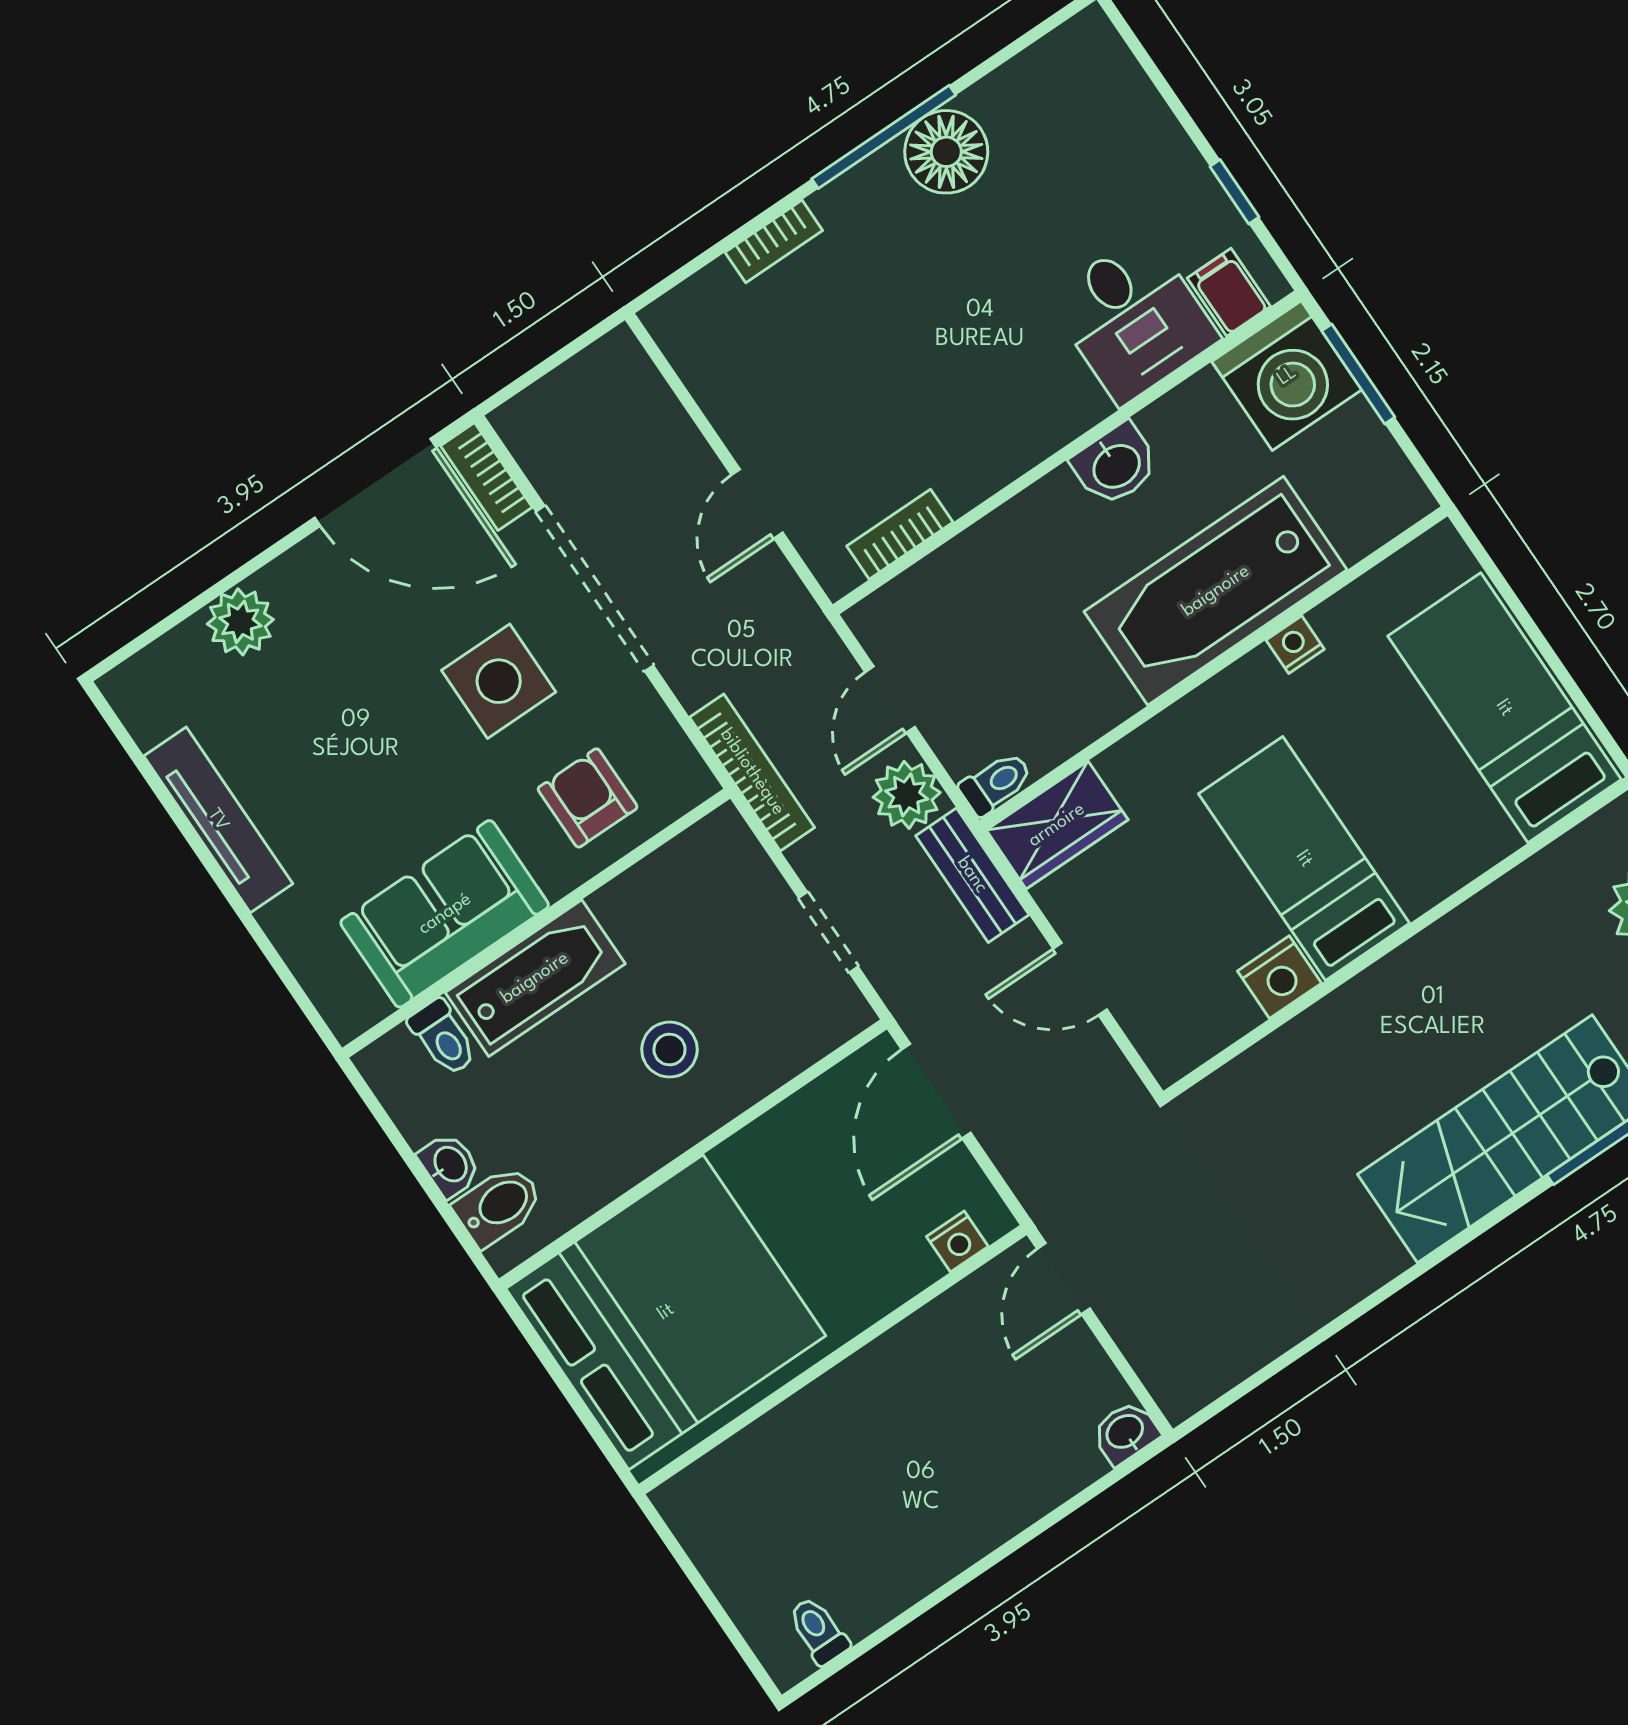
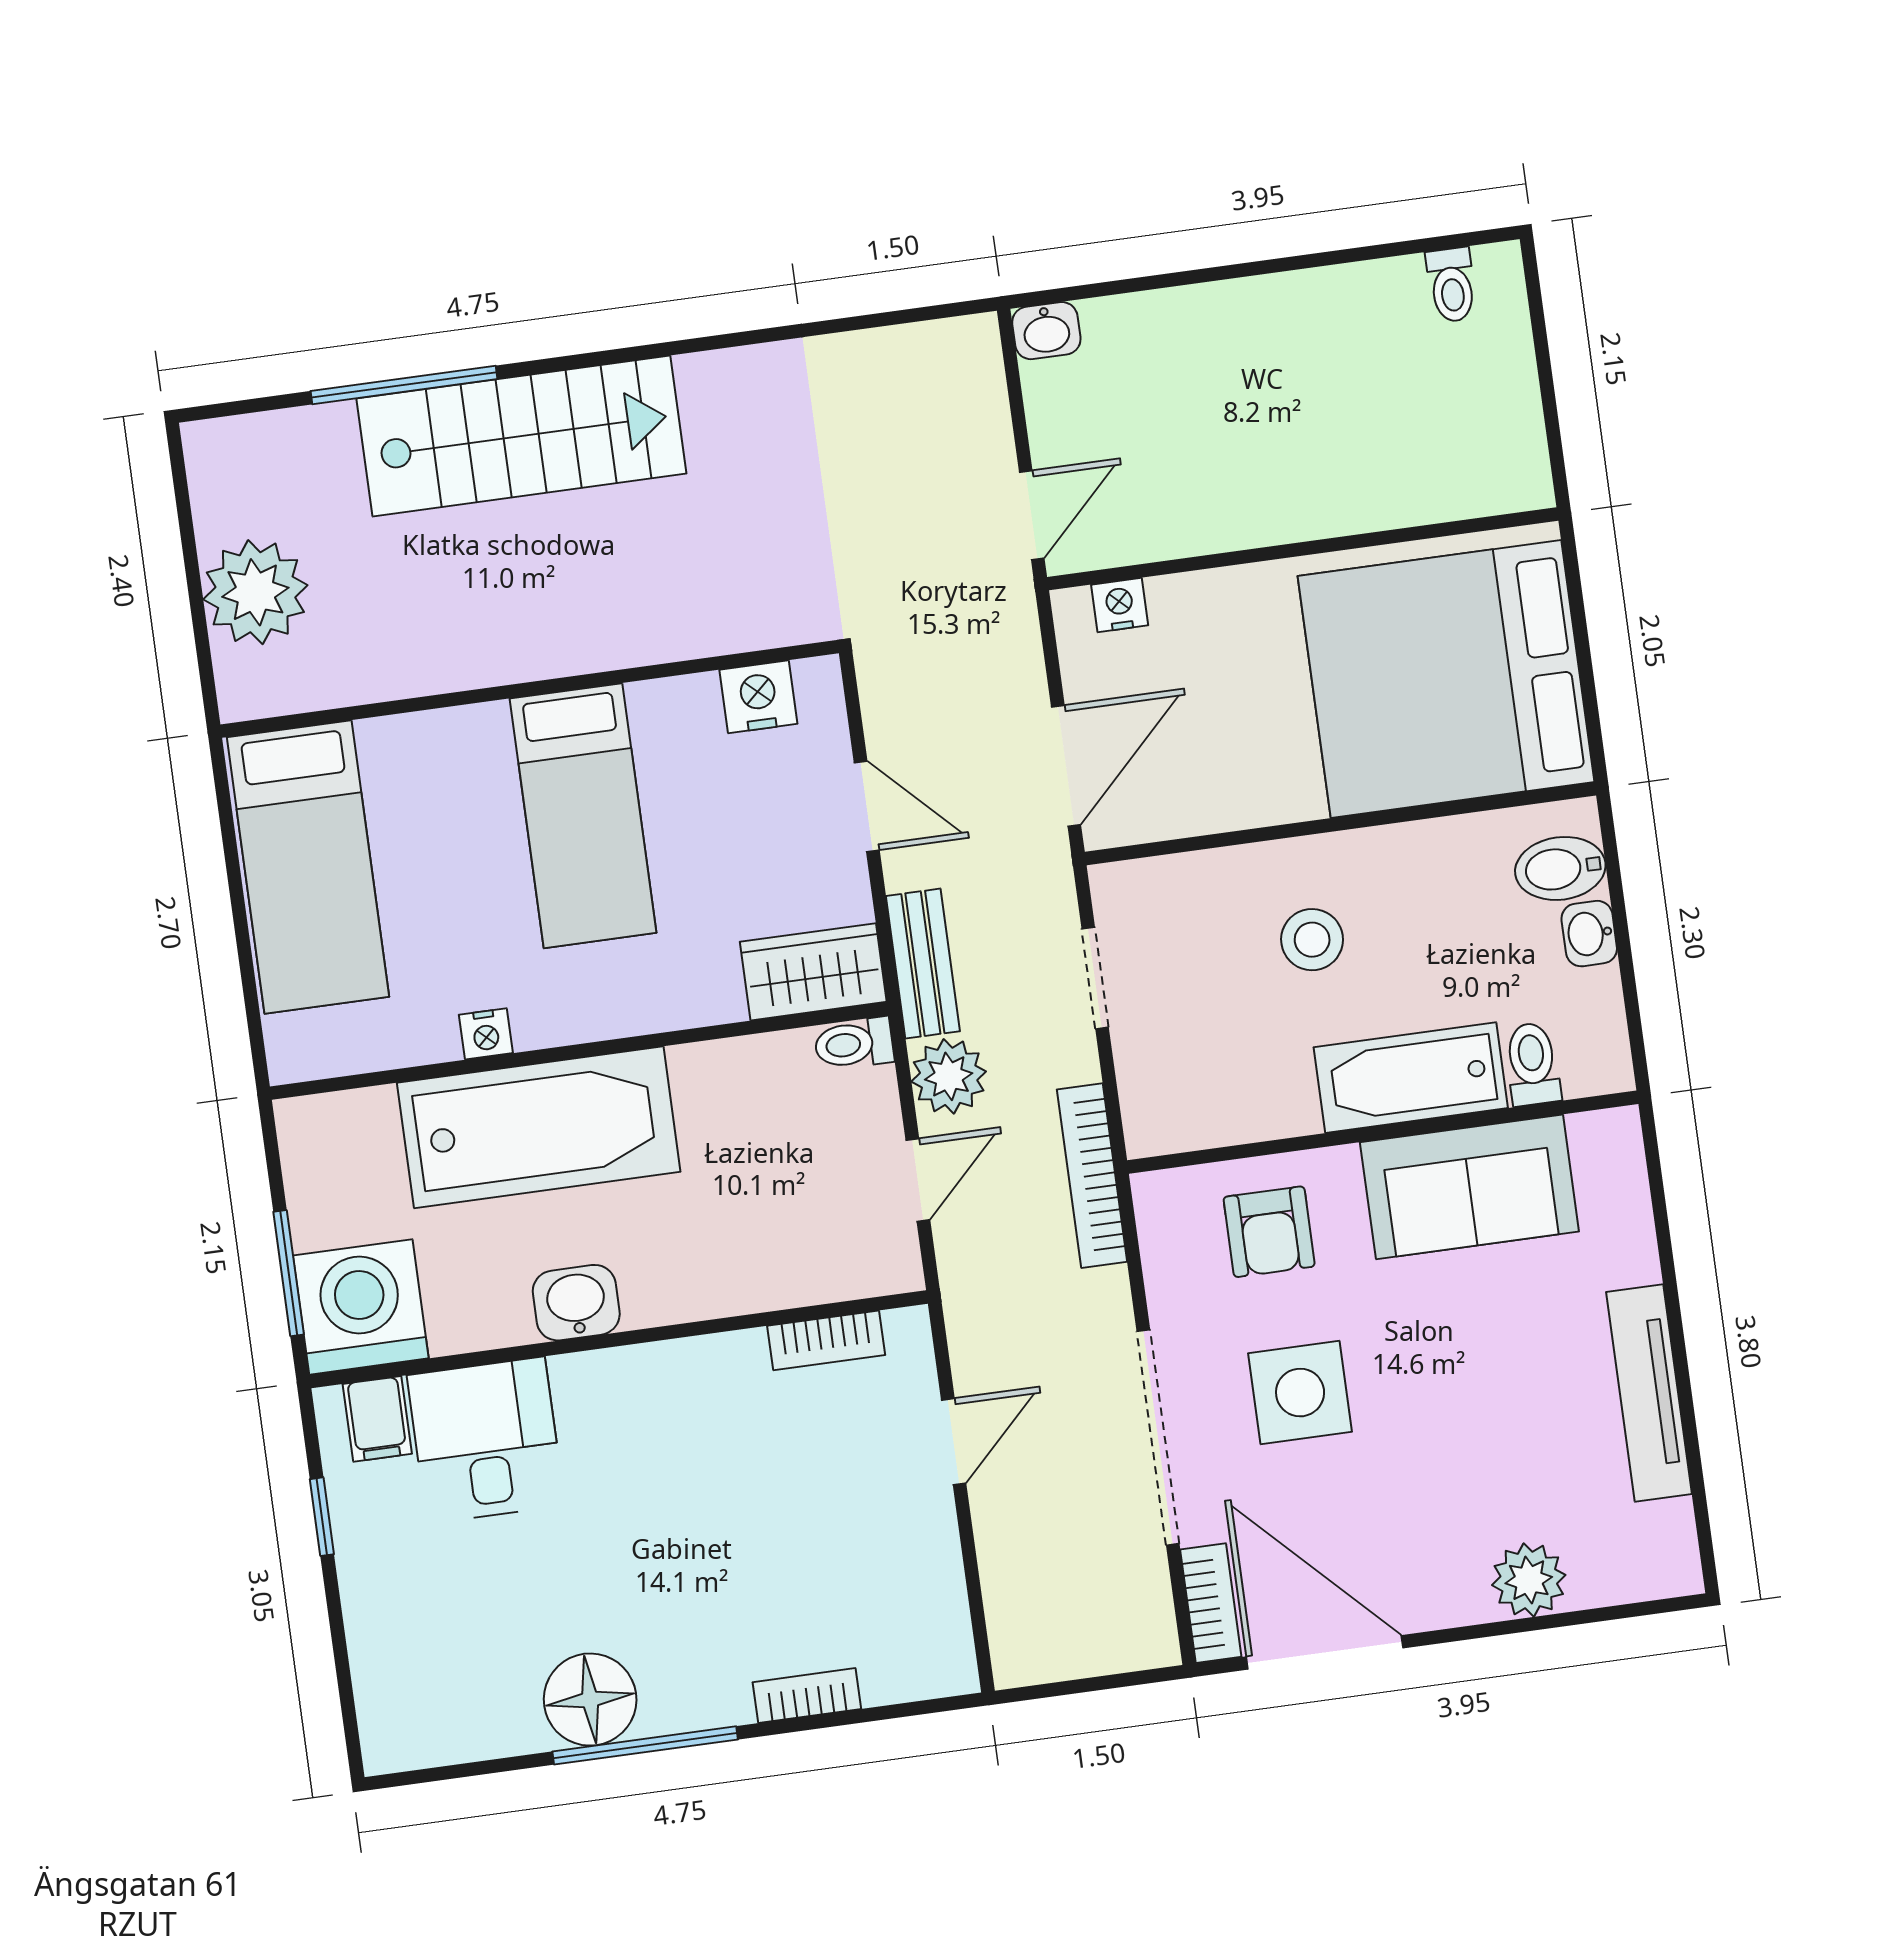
nightstand: (1279, 977) -> (758, 697), moved

